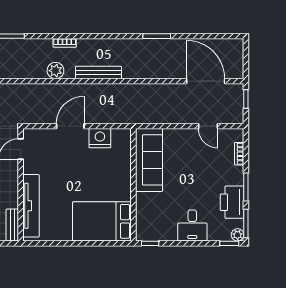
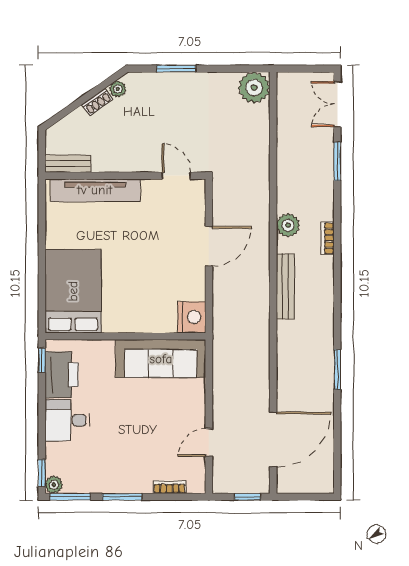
door: (70, 126) -> (209, 246), hinge flipped
nightstand: (100, 138) -> (192, 317), moved
printer: (232, 202) -> (62, 375), moved, turned 90

